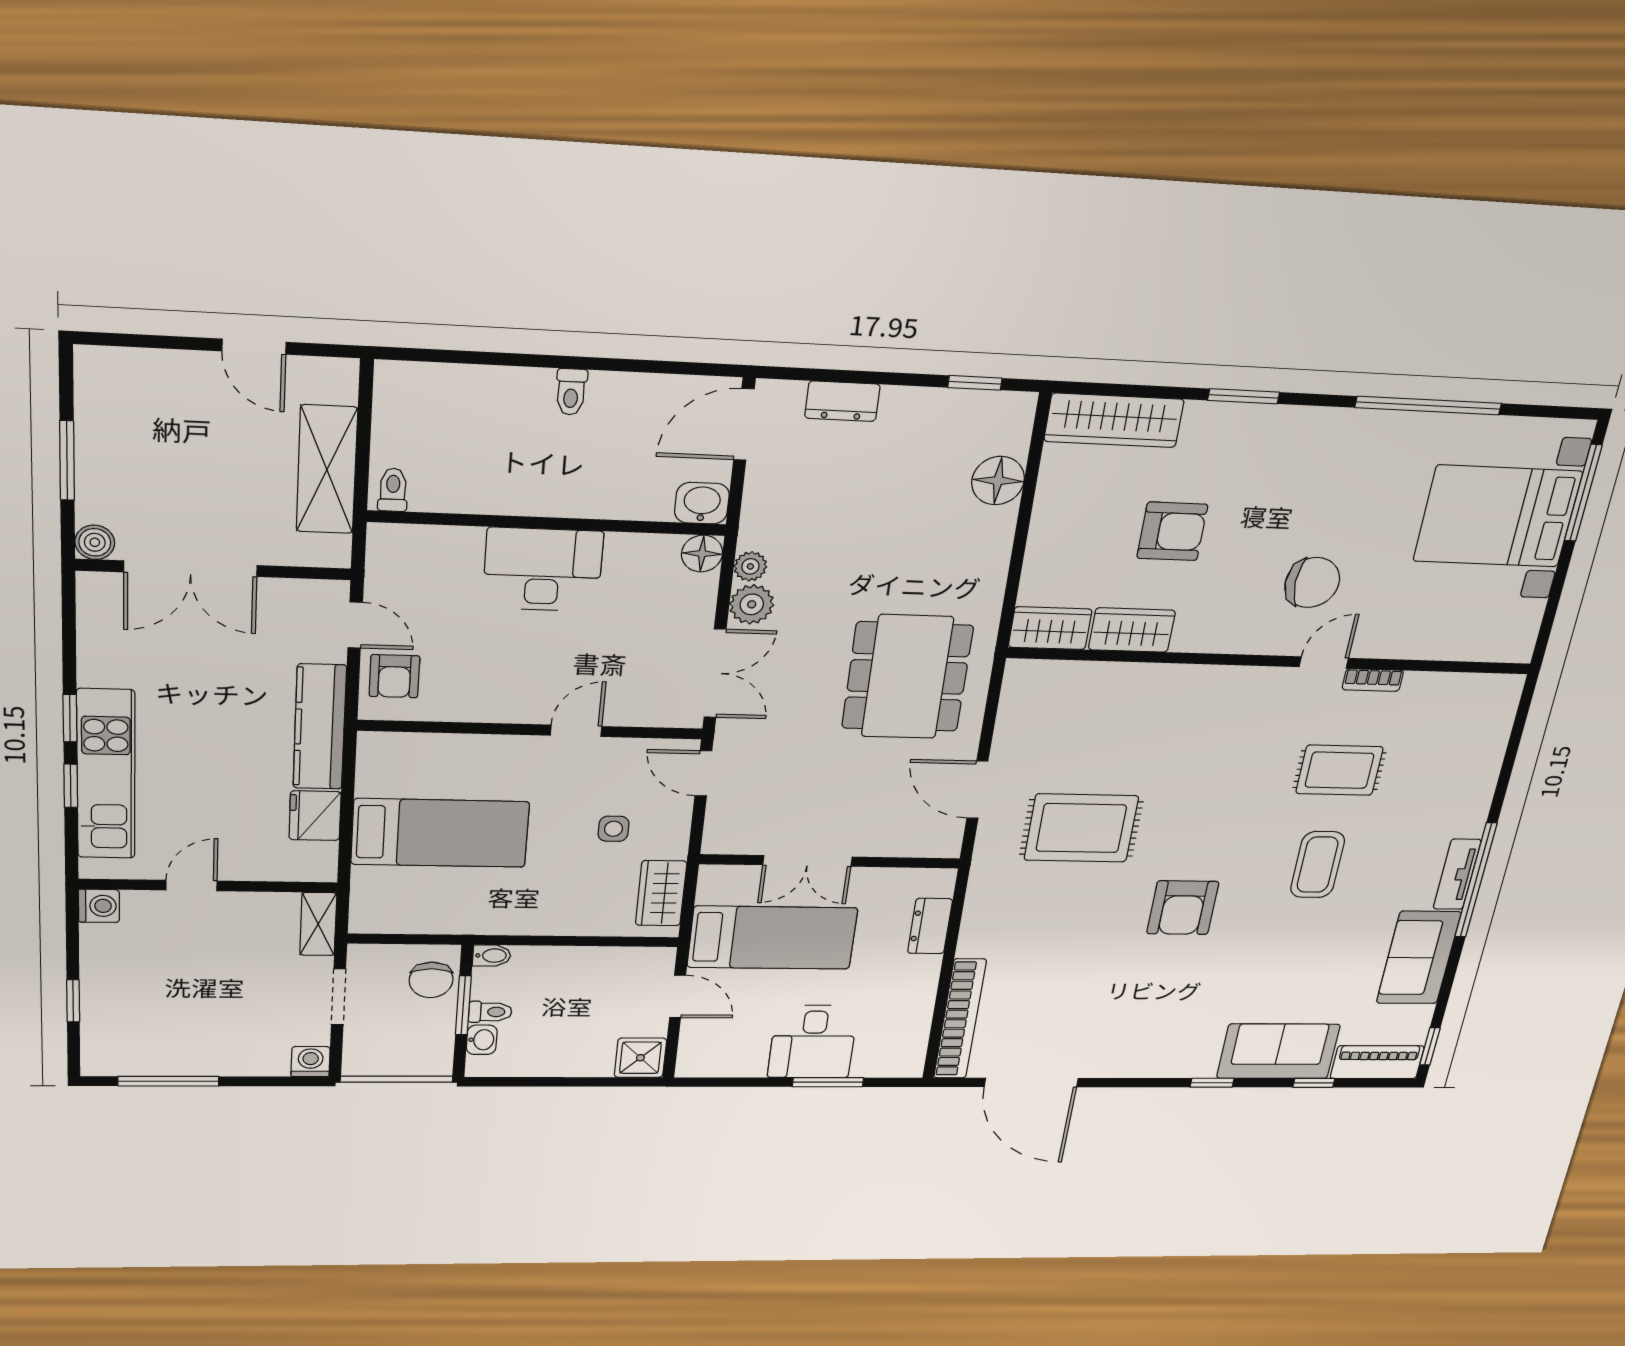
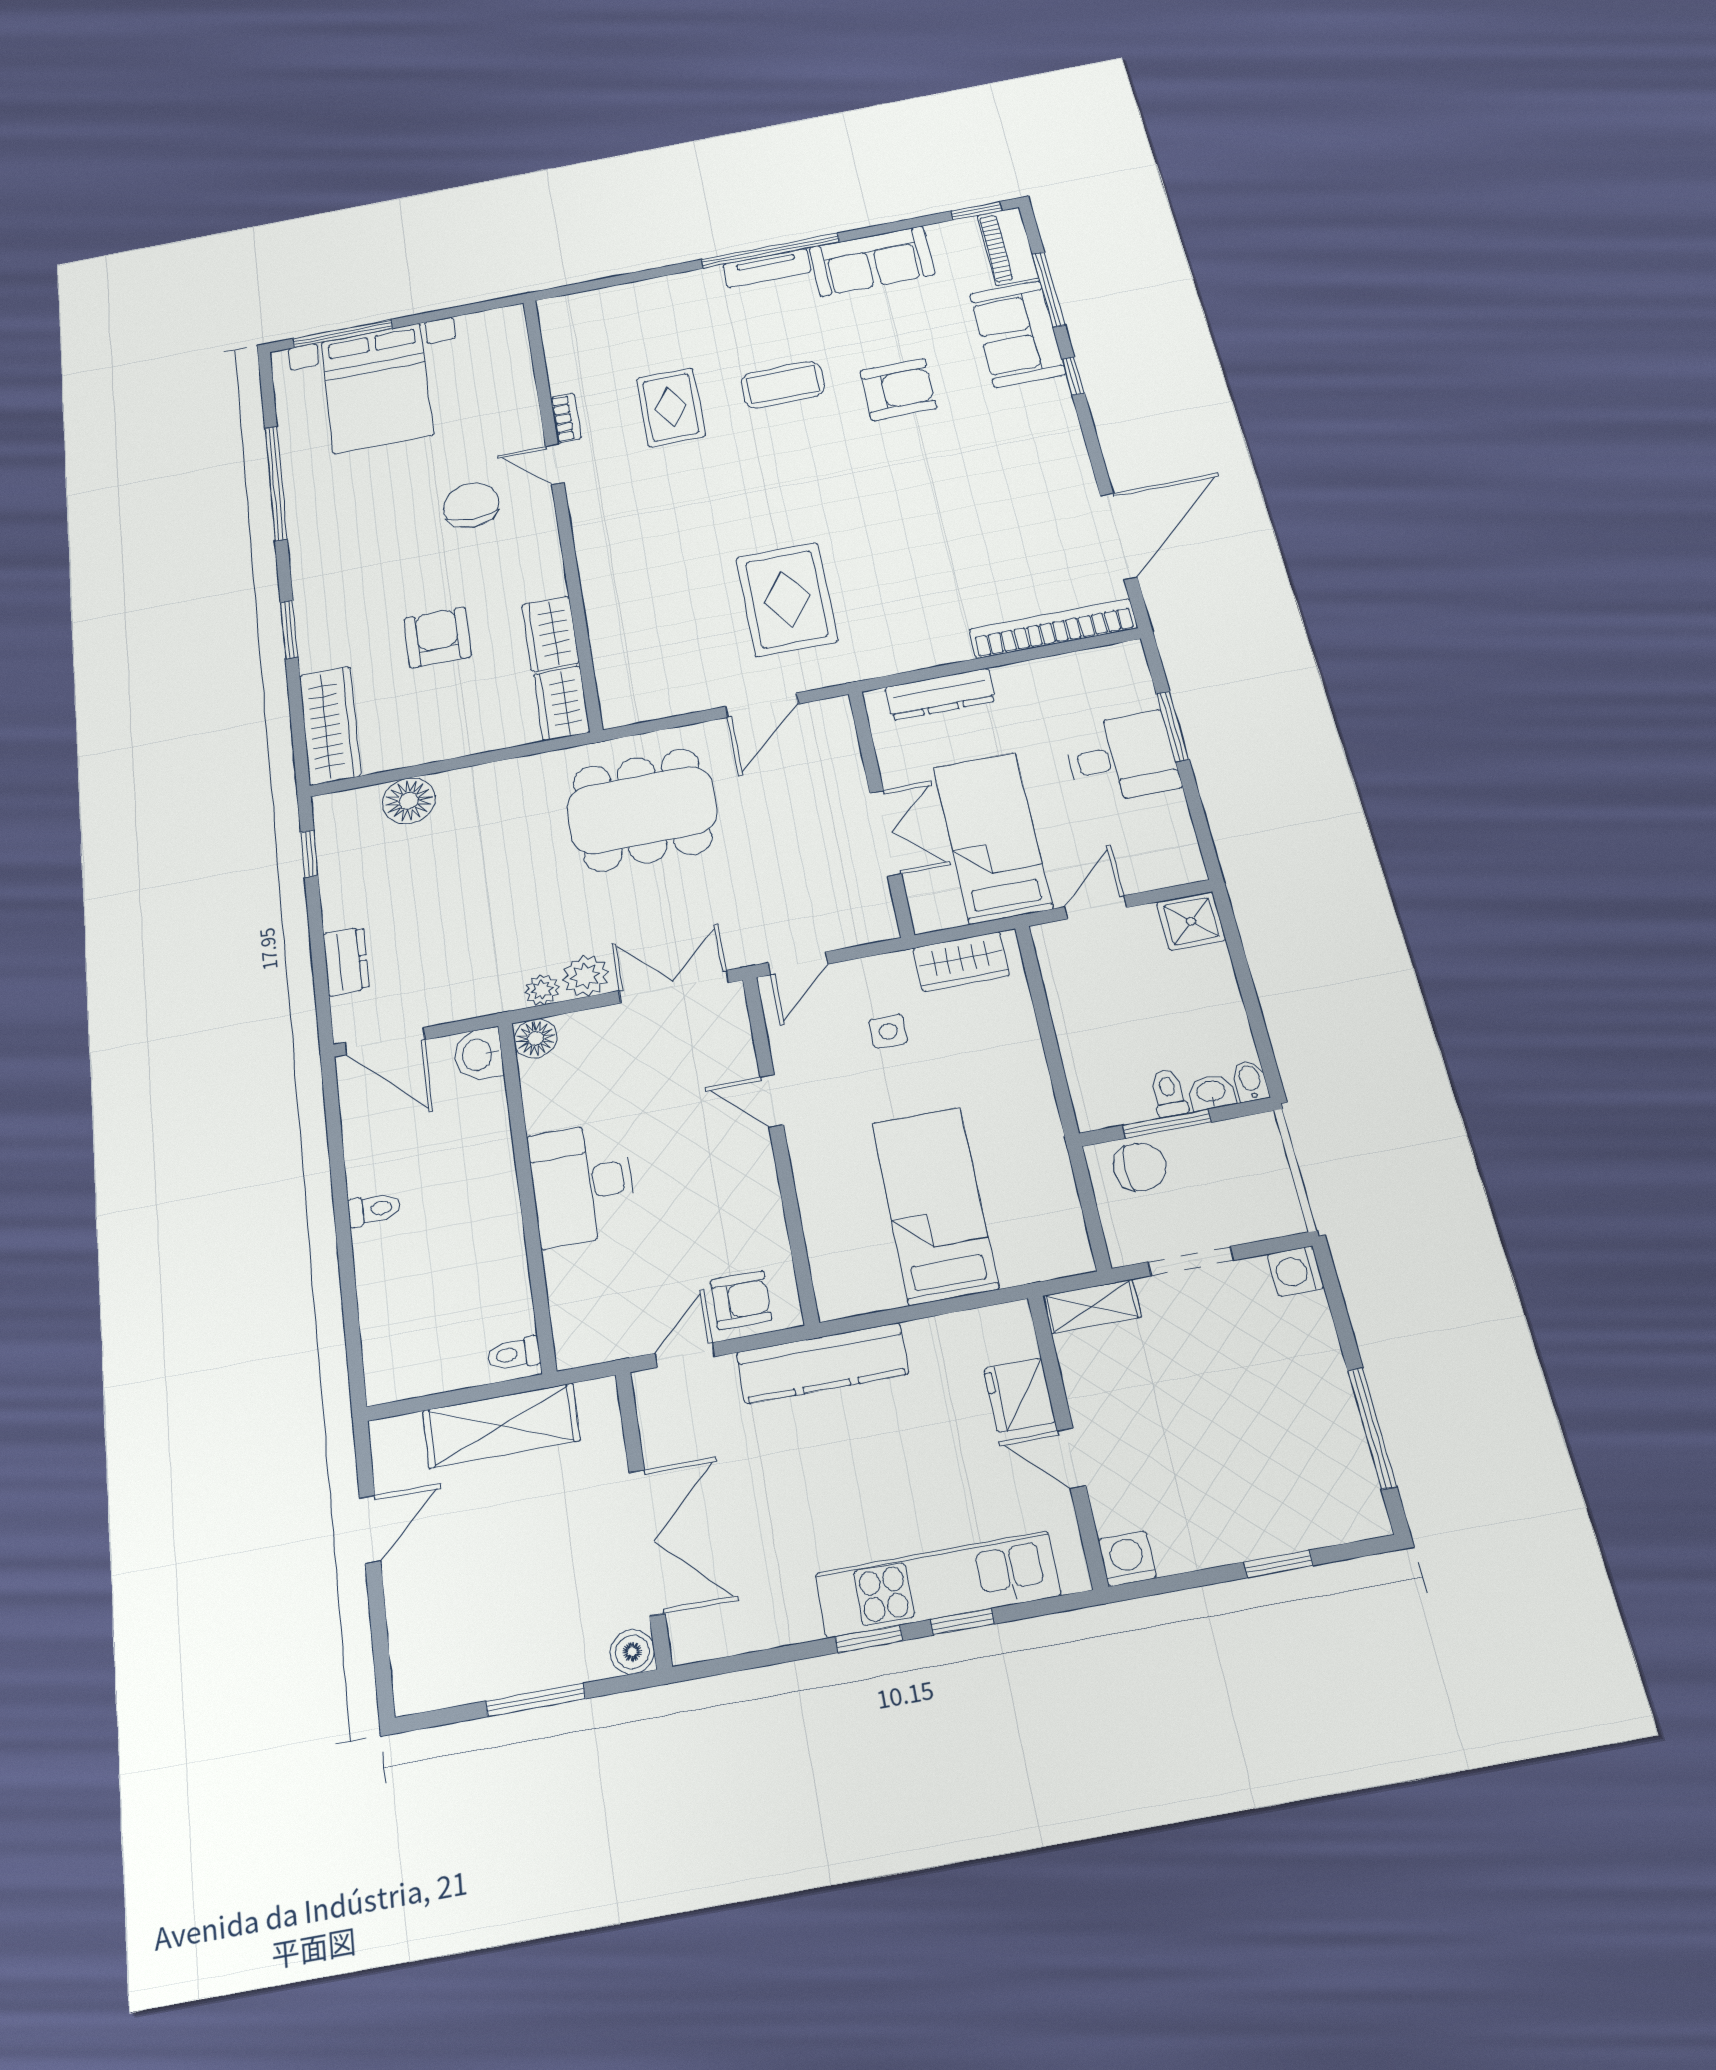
fridge: (315, 816) -> (1019, 1395), moved, turned 90
armchair: (1183, 908) -> (898, 389), moved
dresser: (930, 926) -> (940, 694), width x1.44
bidet: (492, 956) -> (1250, 1081), moved
window: (1314, 1083) -> (1049, 289), width x2.17

